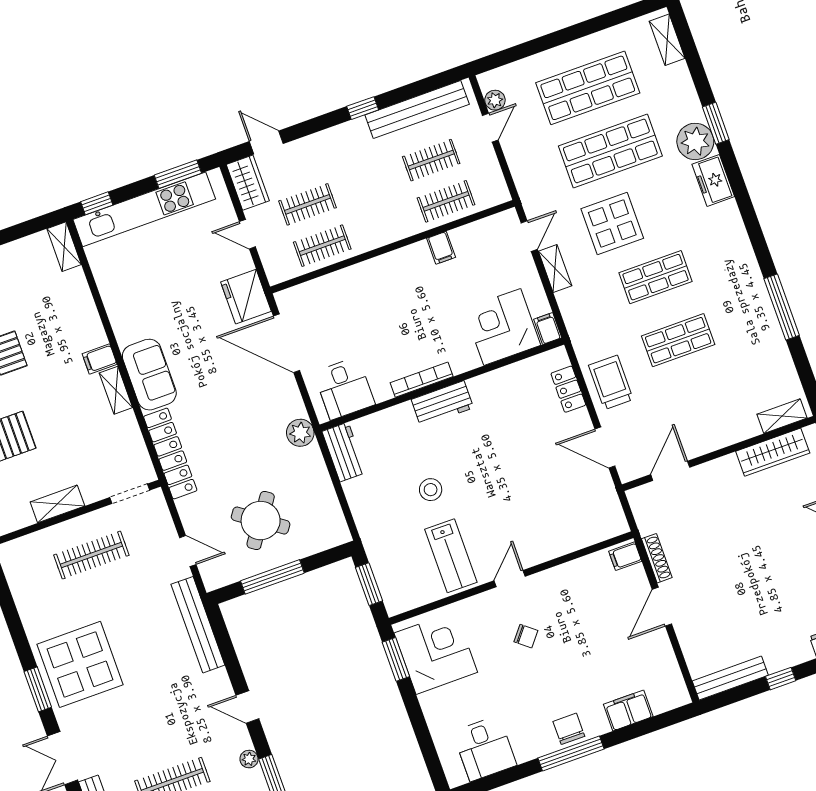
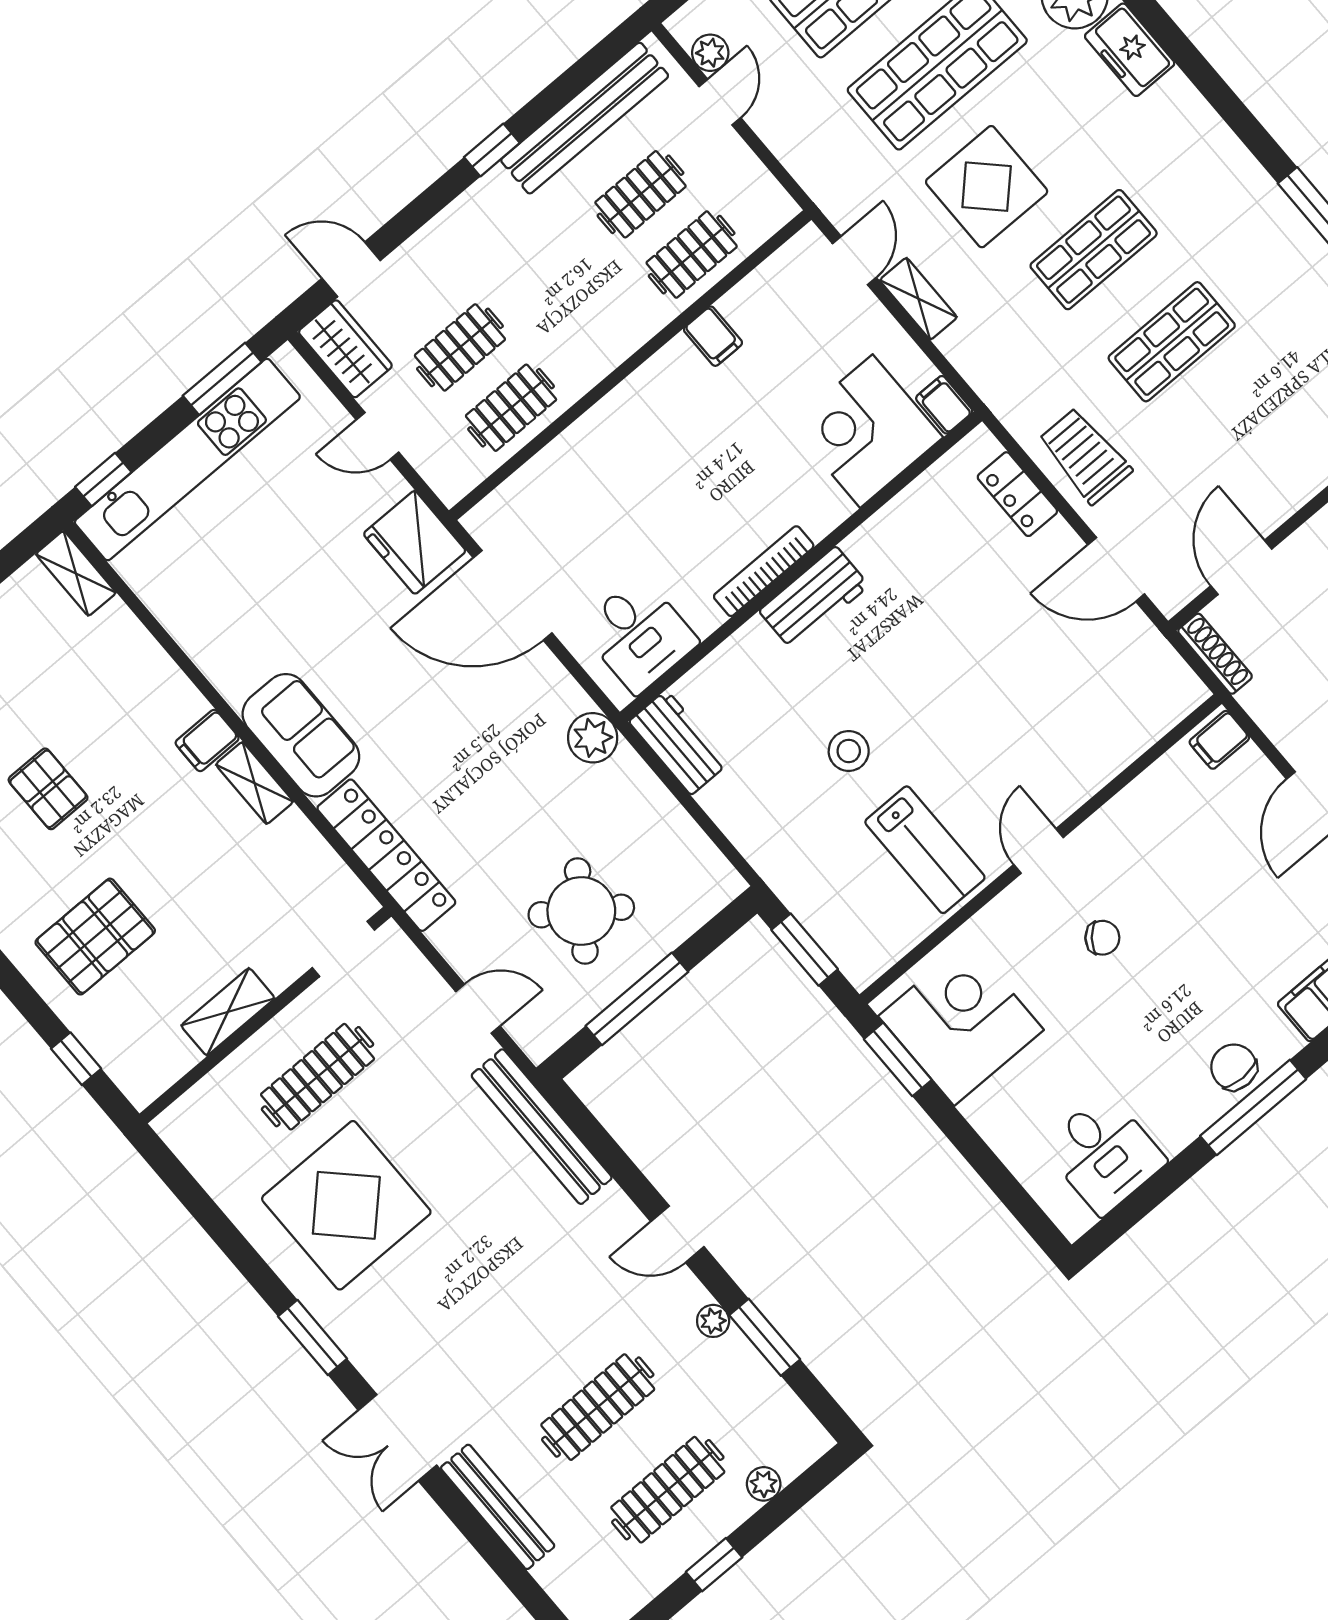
shoe rack: (657, 558) -> (1215, 654), moved
display table: (80, 664) -> (346, 1205), moved

